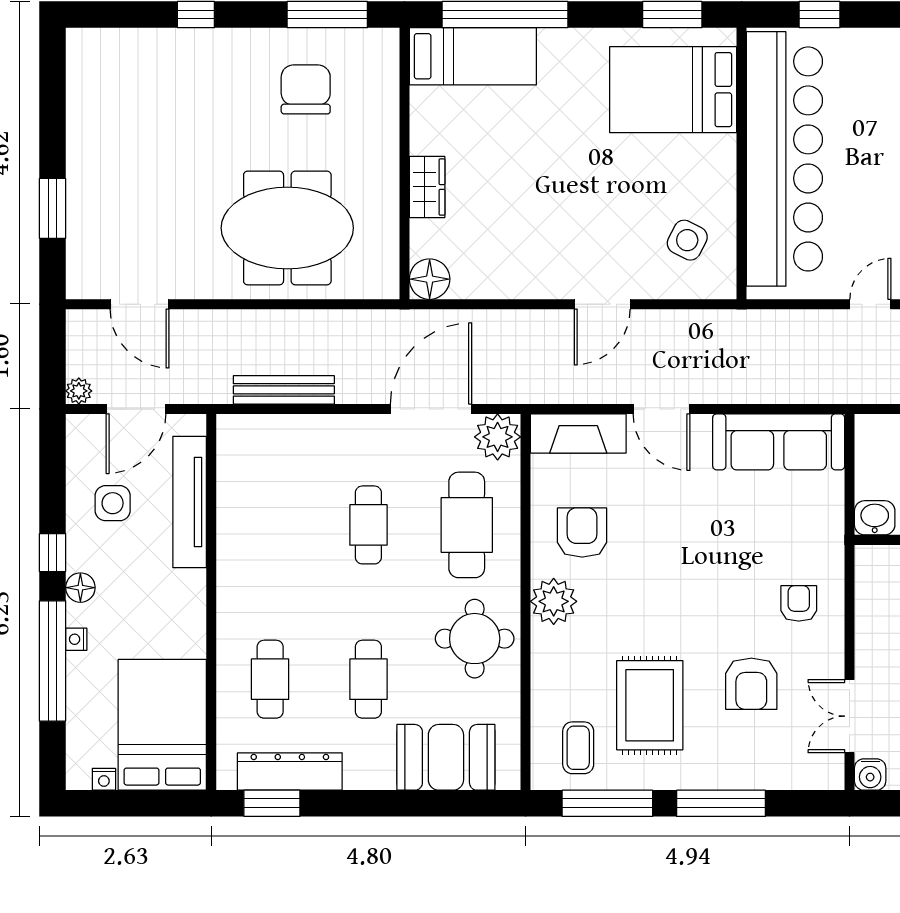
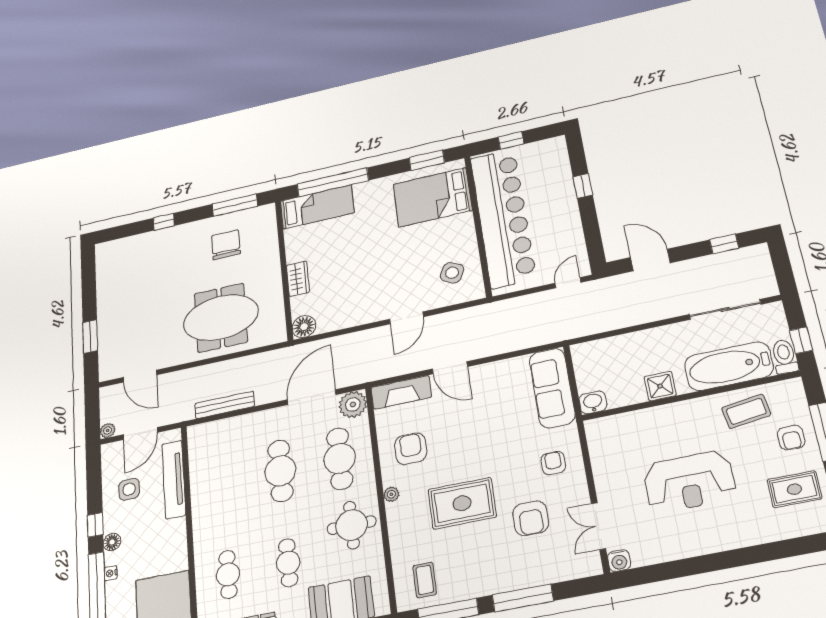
sofa: (779, 442) -> (552, 388), moved, turned 90
cafe table: (368, 525) -> (280, 471), width x1.37, depth x1.35
plant: (554, 601) -> (391, 494), width x0.53, depth x0.53
rug: (650, 705) -> (462, 503), moved, turned 90

